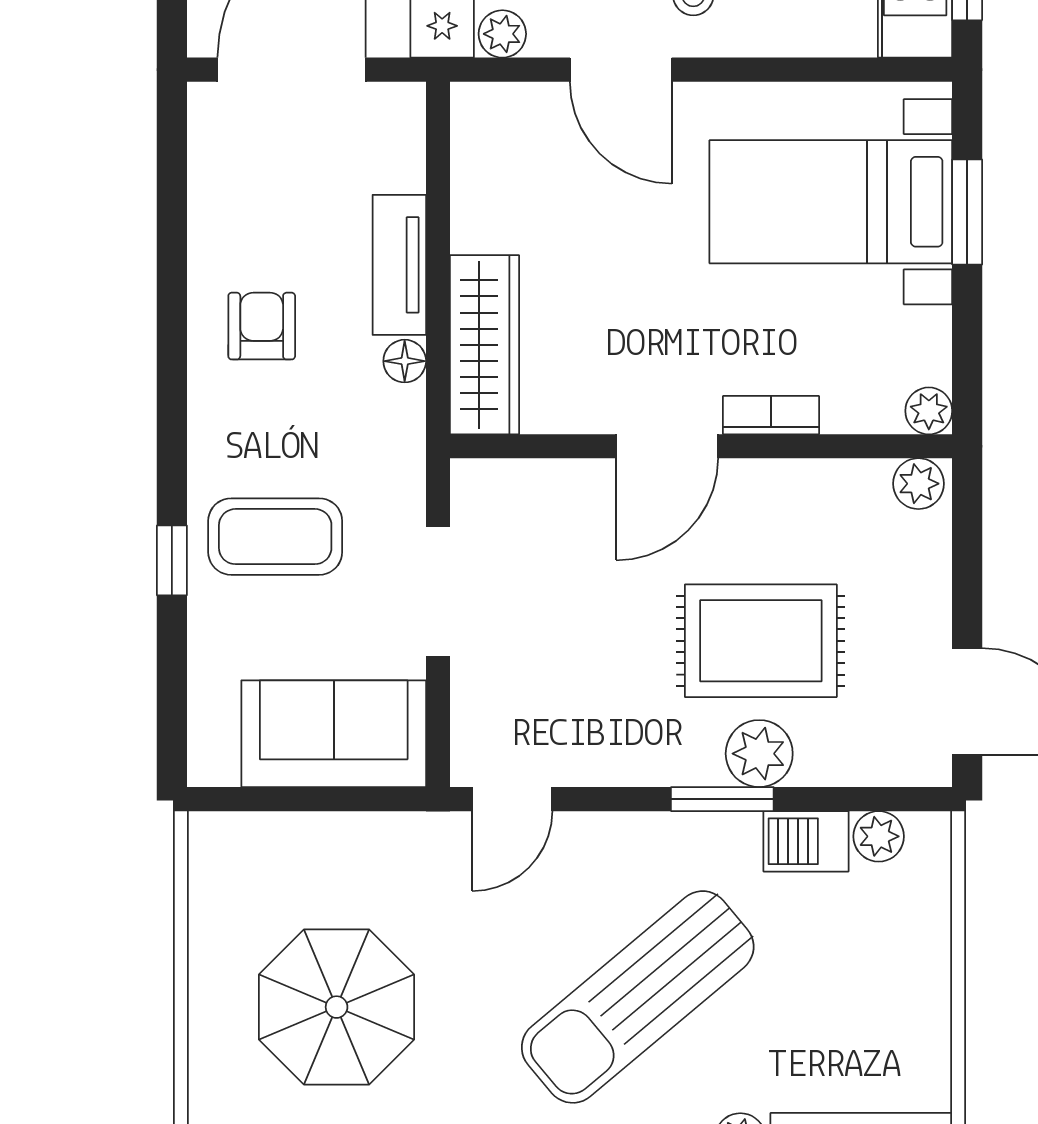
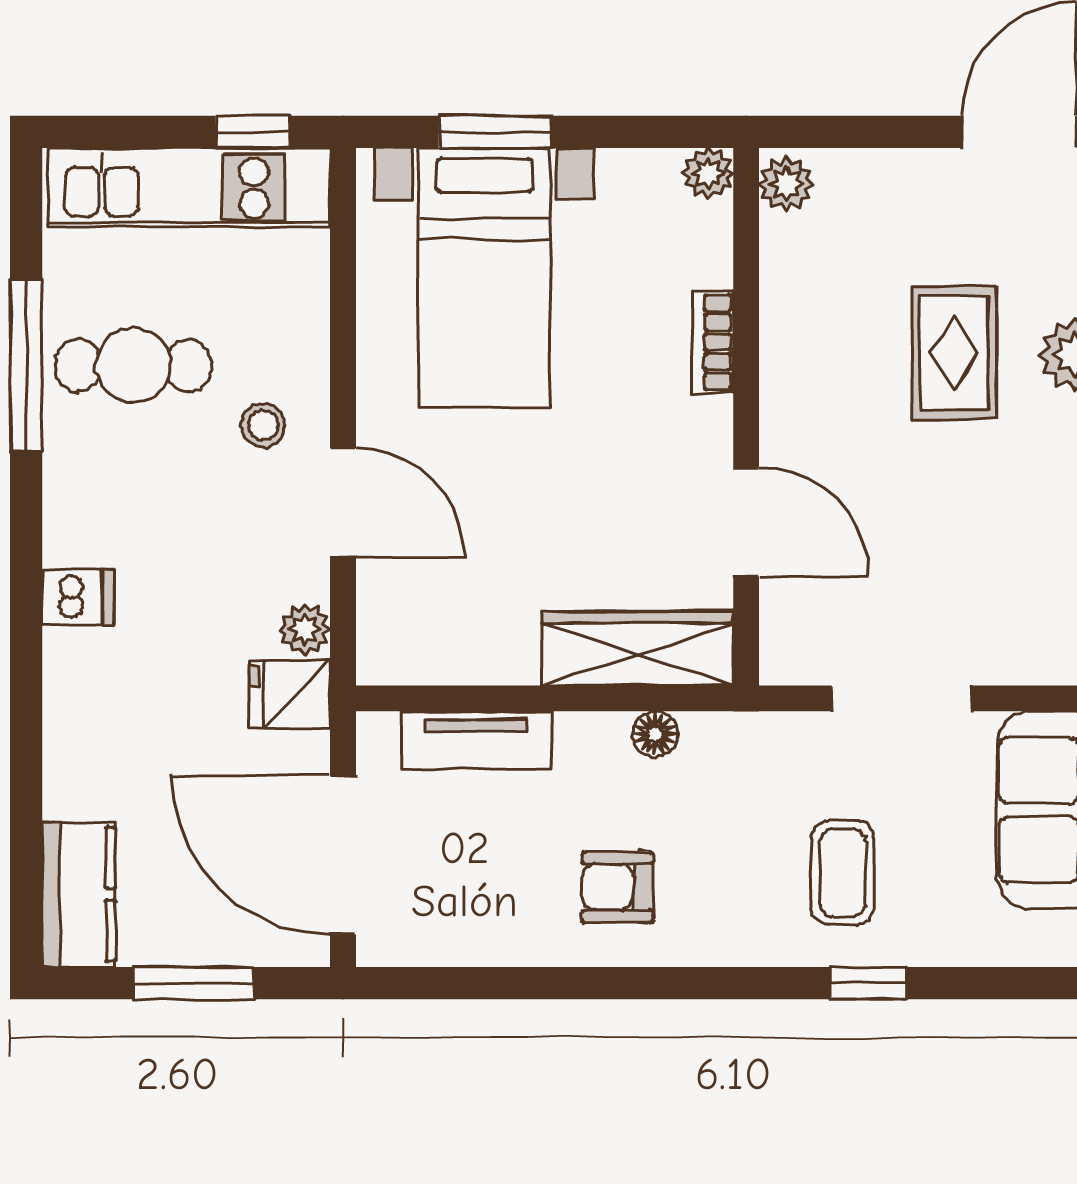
door: (621, 70) -> (343, 503), hinge flipped
tv unit: (399, 265) -> (476, 740), moved
door: (667, 446) -> (746, 522), moved
coffee table: (275, 537) -> (843, 873), width x0.73, depth x0.77
rug: (761, 641) -> (954, 353), width x0.73, depth x0.70

